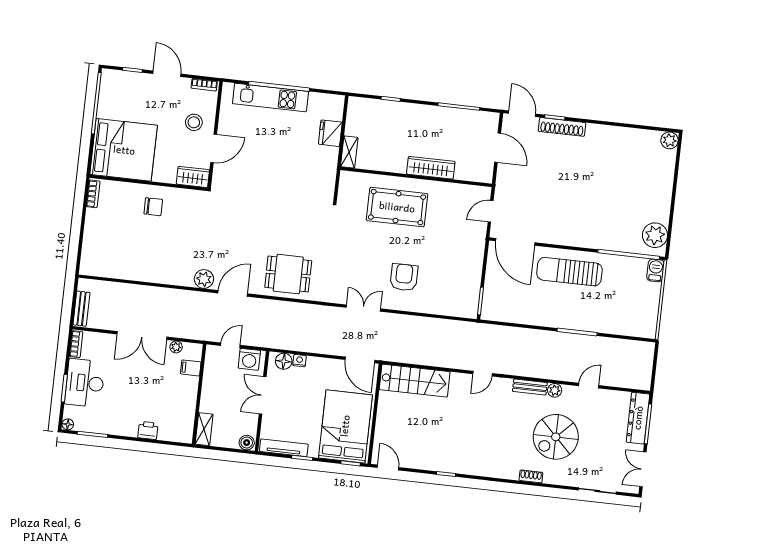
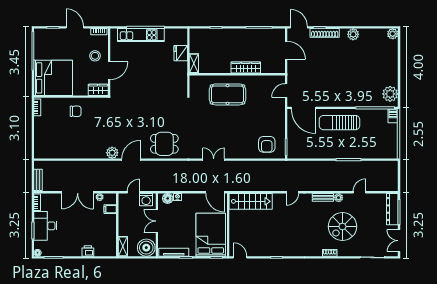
plant: (607, 134) -> (353, 34), added
armchair: (404, 277) -> (267, 144), moved, turned 180
boiler: (247, 443) -> (146, 248), width x1.86, depth x1.86

